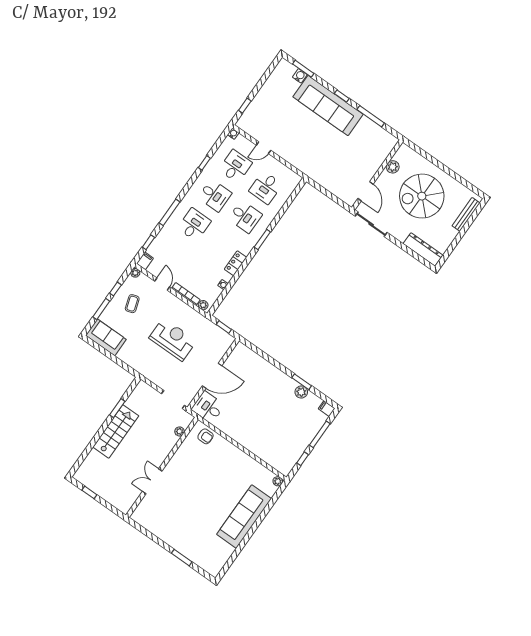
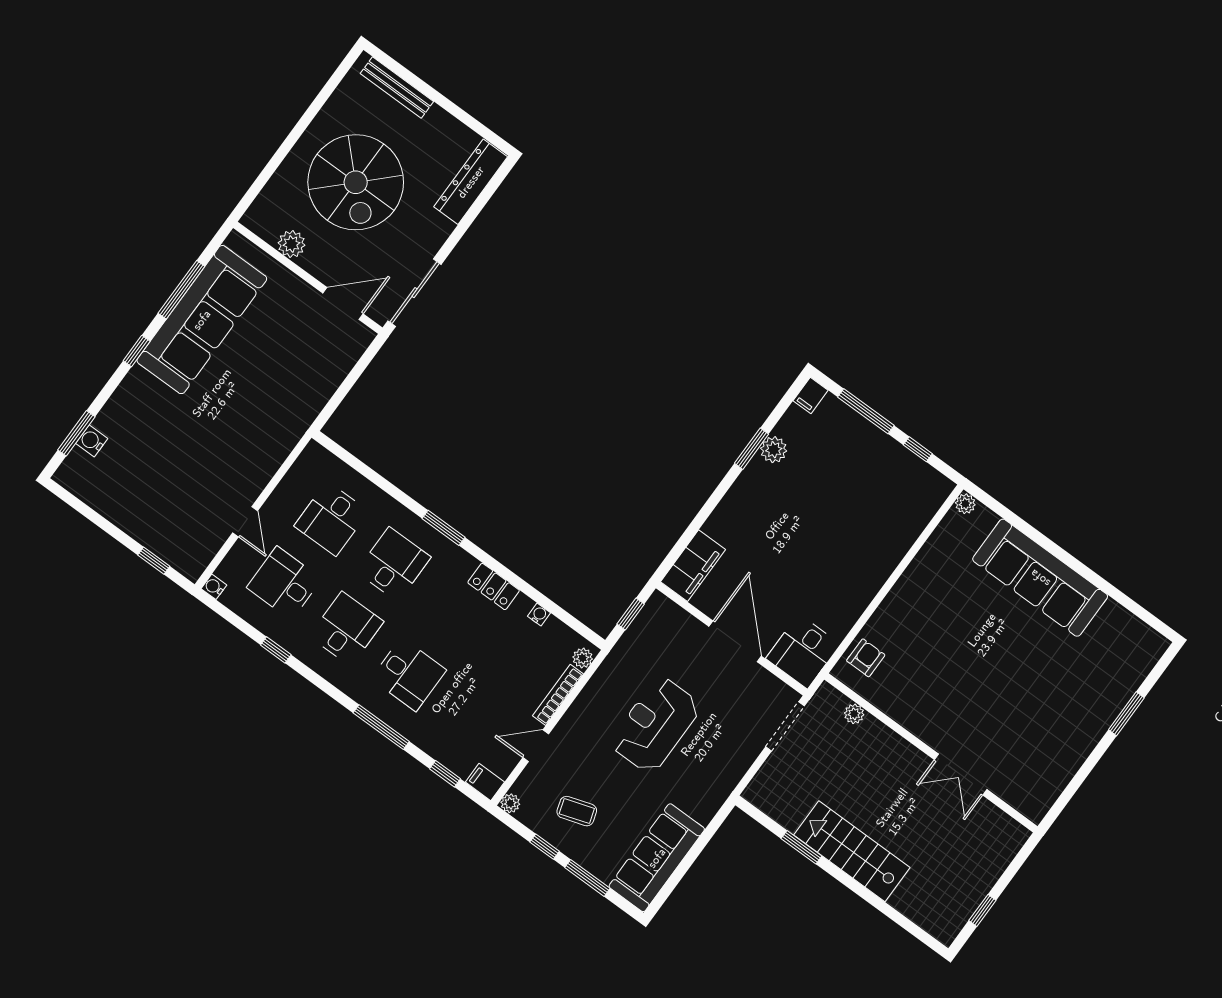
sofa: (328, 106) -> (202, 320), moved
desk: (266, 188) -> (331, 519), turned 90
desk: (194, 225) -> (409, 674), turned 180
sofa: (106, 337) -> (657, 858), width x1.36
filing cabinet: (247, 356) -> (693, 566), added

